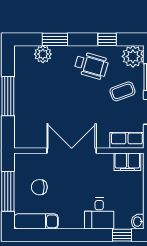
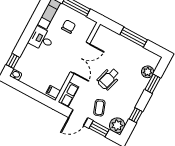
wheelchair: (91, 66) -> (108, 79), moved
filing cabinet: (127, 162) -> (53, 92), width x0.50
desk: (99, 214) -> (41, 39), moved

